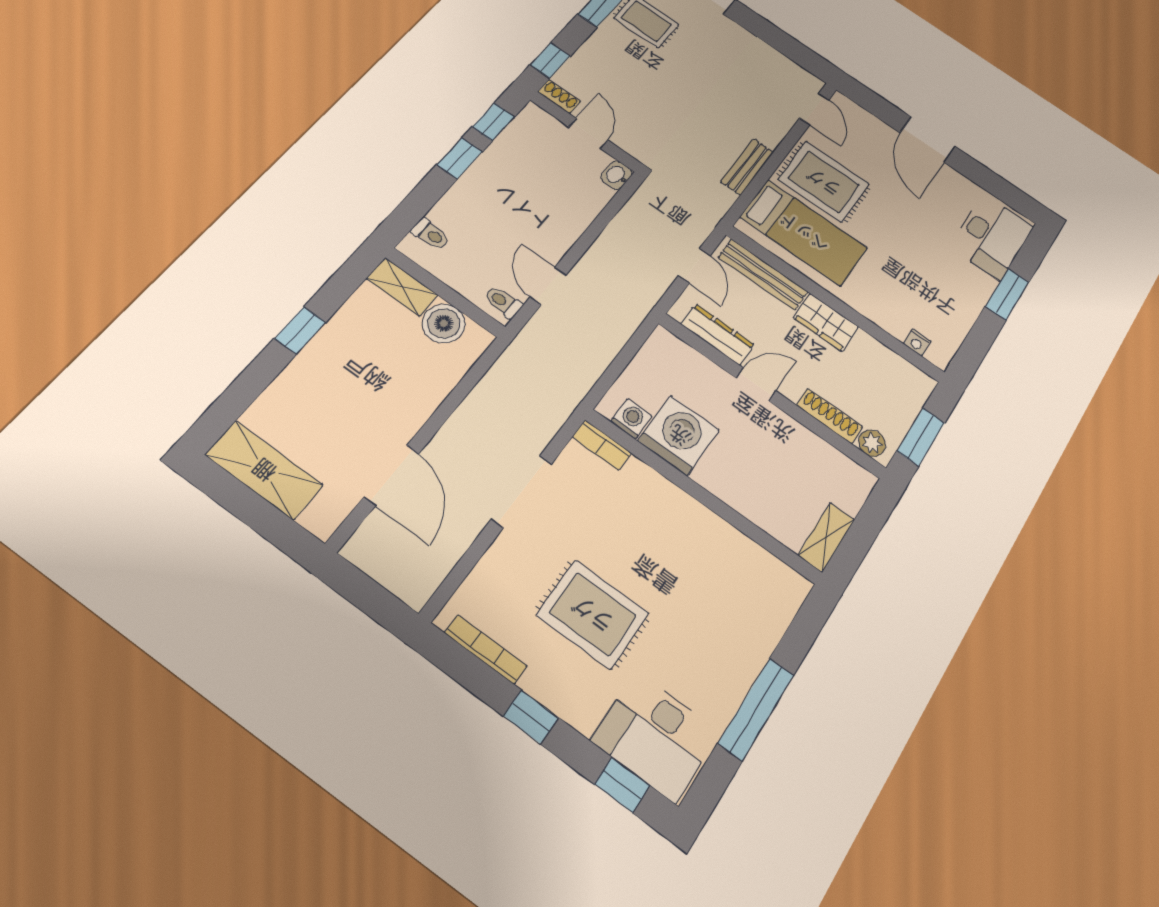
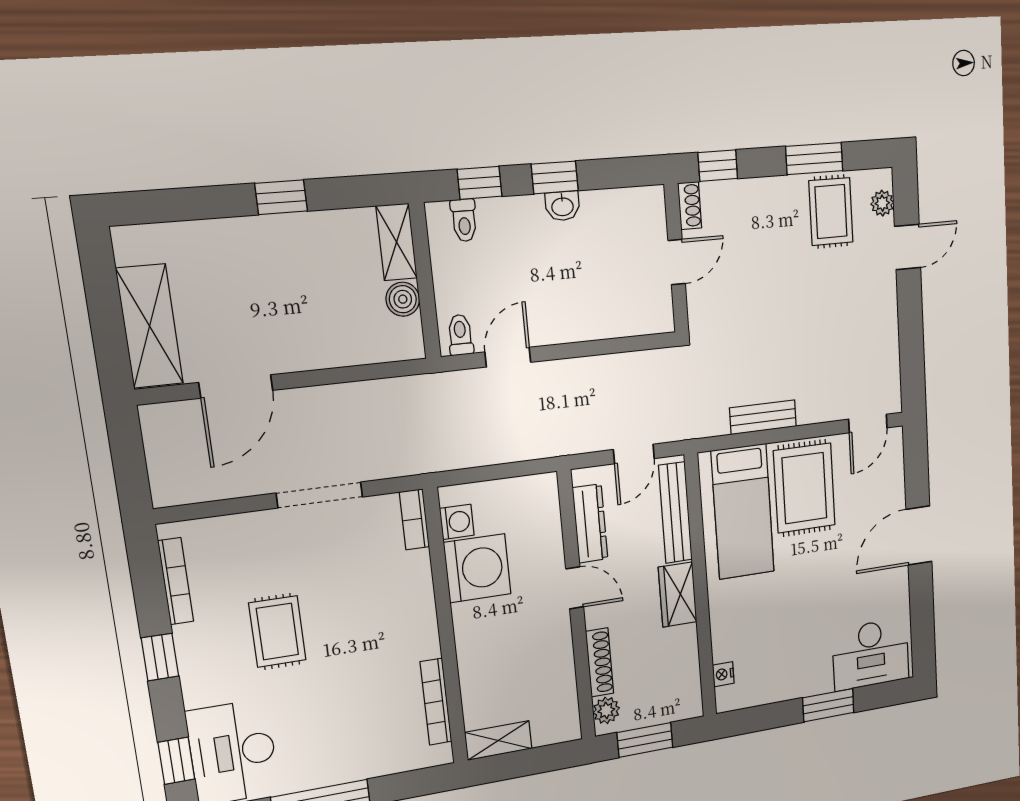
window: (493, 122) -> (480, 183), moved
washbasin: (616, 175) -> (562, 206), moved, turned 180
boiler: (444, 323) -> (403, 299), width x0.73, depth x0.73
shelving: (264, 470) -> (150, 326), moved
bookcase: (754, 553) -> (436, 702), added
rug: (593, 614) -> (277, 632), width x0.73, depth x0.70

